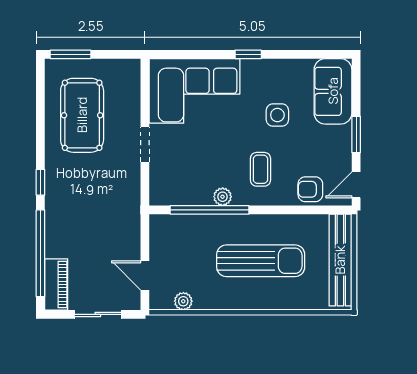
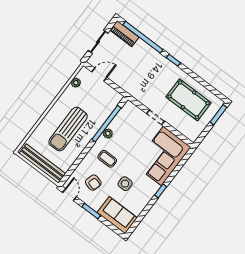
armchair: (310, 189) -> (93, 183), moved, turned 105

